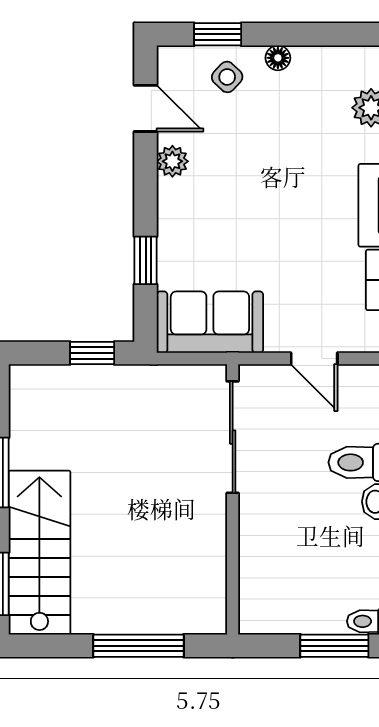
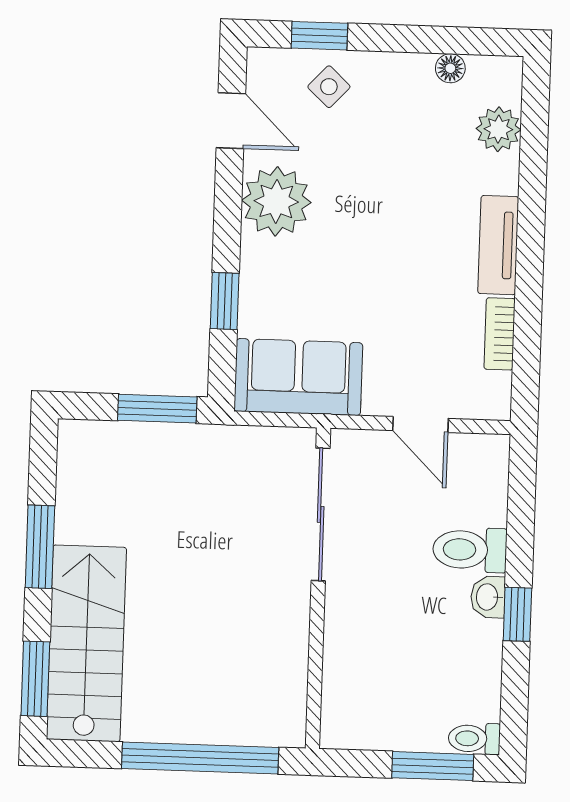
floor lamp: (278, 58) -> (450, 68), moved
plant: (172, 161) -> (276, 201), width x1.88, depth x1.88
window: (92, 353) -> (157, 409), width x1.50
window: (138, 646) -> (200, 758), width x1.46

